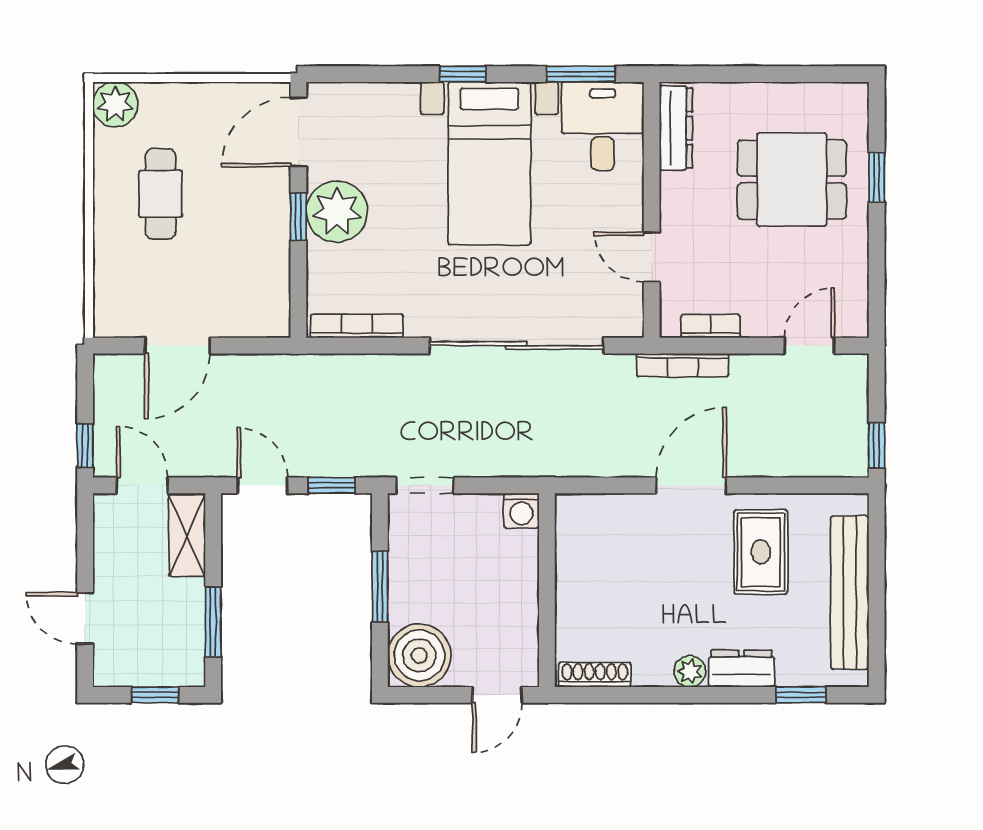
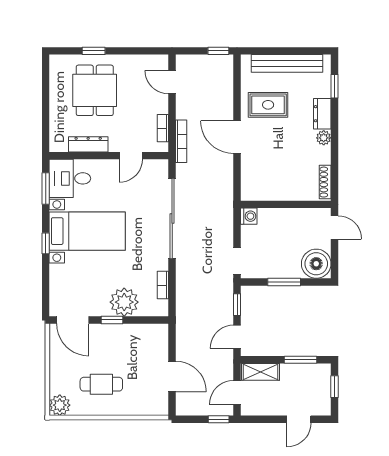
dresser: (676, 128) -> (88, 144), moved
plant: (337, 212) -> (124, 302), moved
bookcase: (357, 326) -> (163, 285), width x0.64

